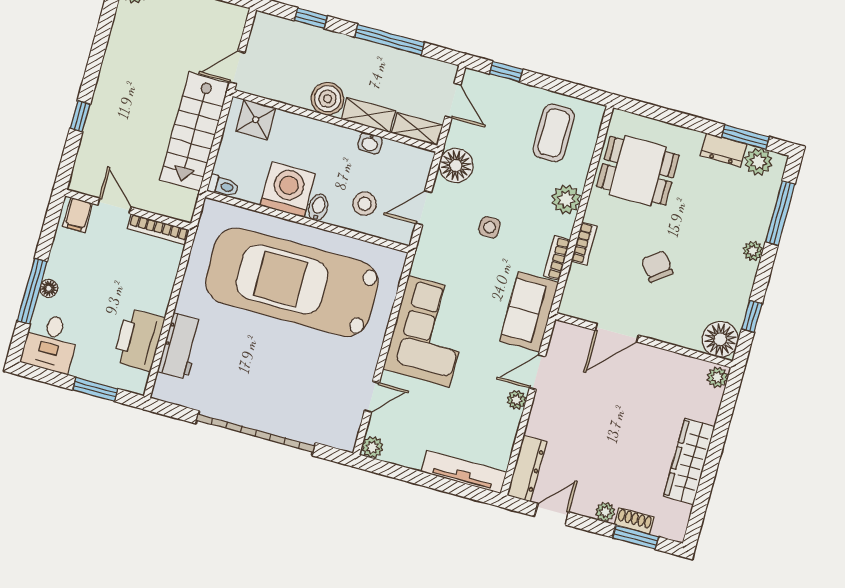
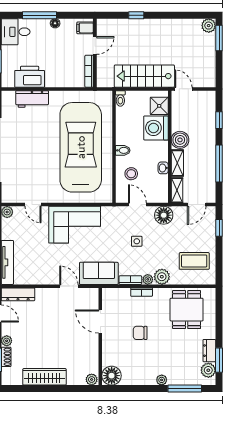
washing machine: (288, 190) -> (156, 128), moved, turned 180
chair: (657, 266) -> (140, 333), turned -143
floor lamp: (49, 288) -> (55, 23), moved
window: (752, 316) -> (128, 389), removed
plant: (517, 400) -> (148, 279), moved

